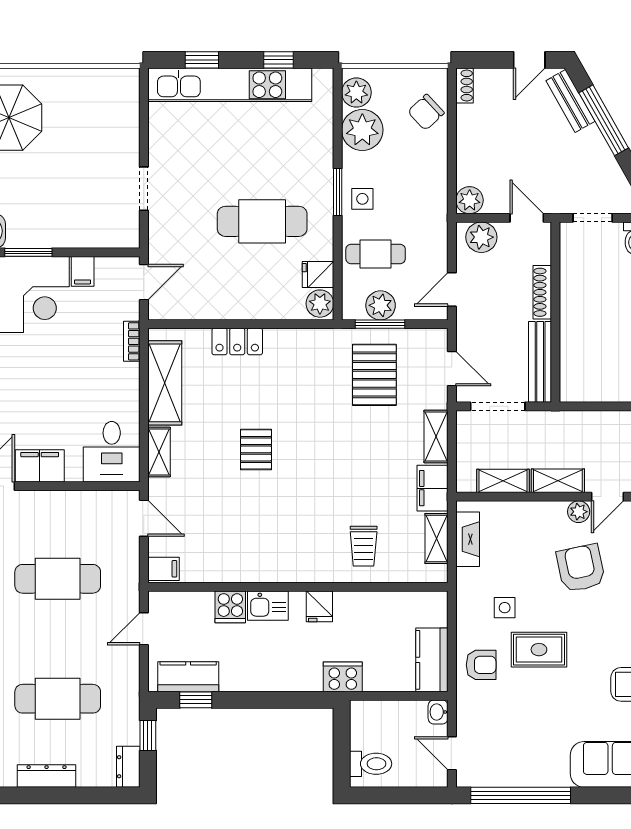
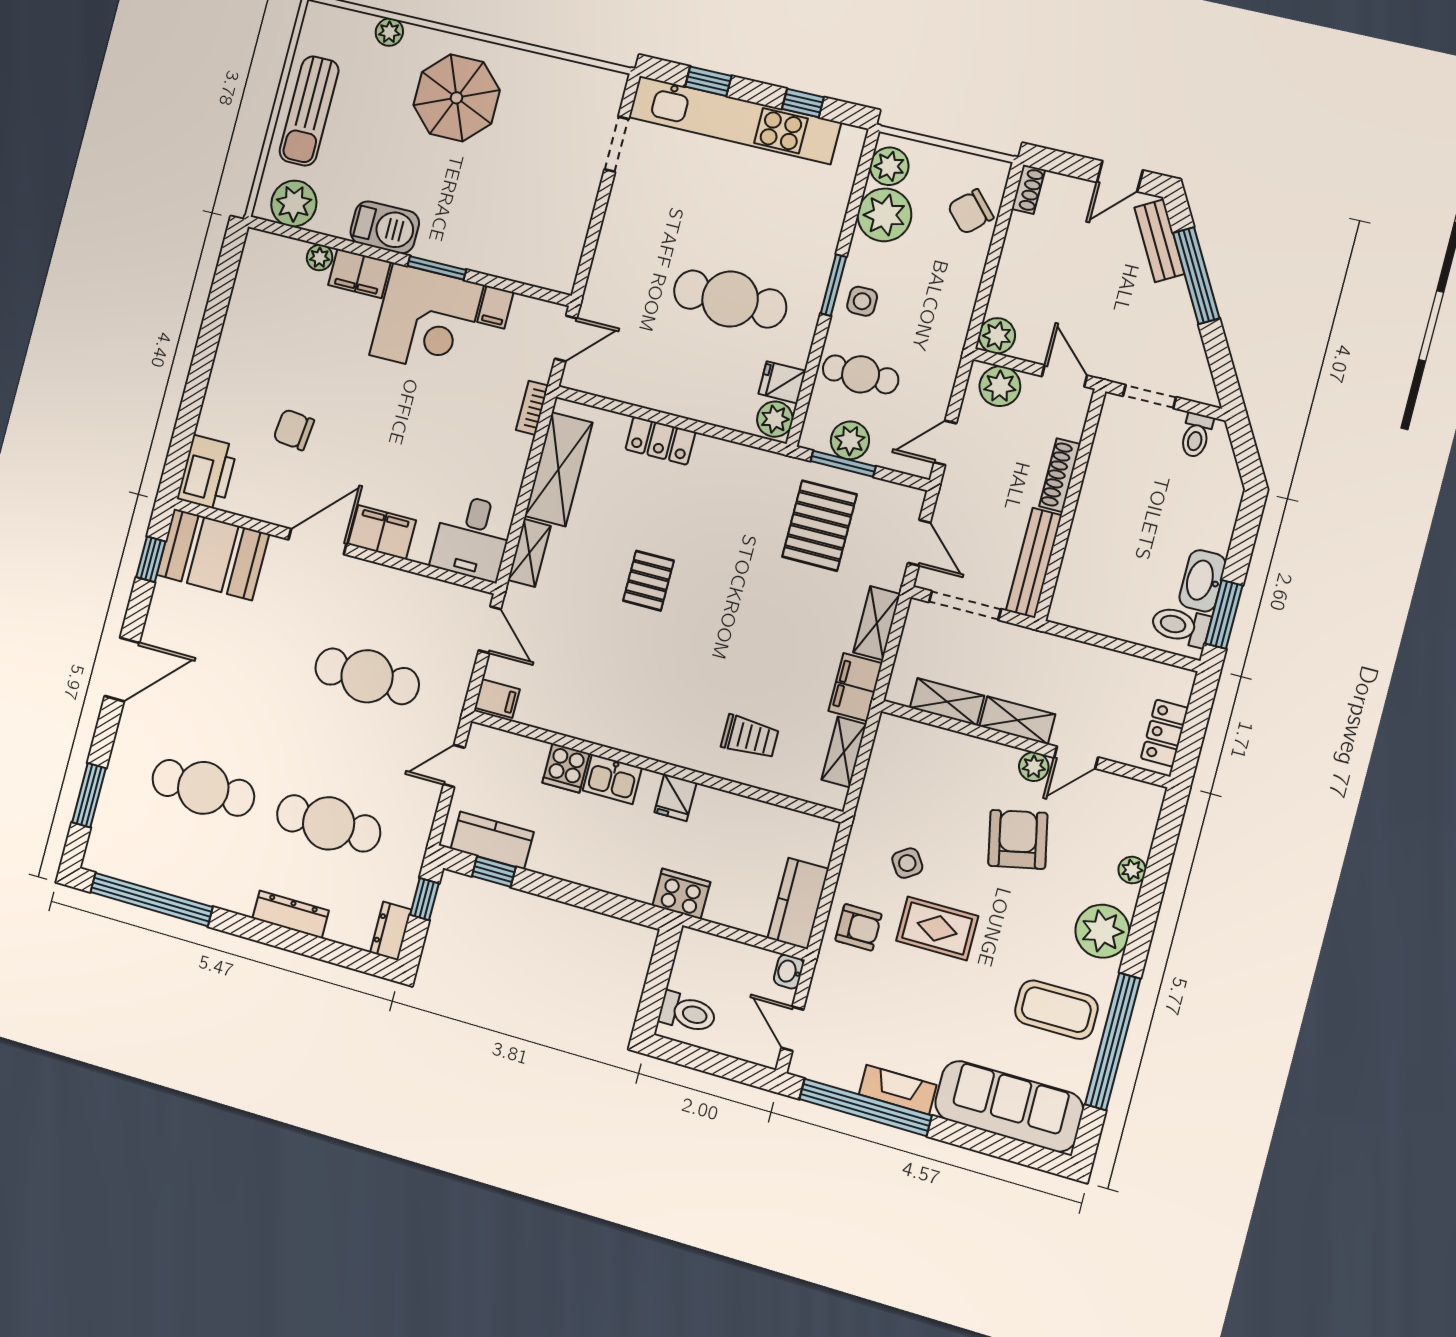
doorway: (144, 189) -> (617, 144), moved
fireplace: (468, 539) -> (898, 1090), moved, turned -90
trolley: (364, 546) -> (750, 737), turned -90
side table: (505, 608) -> (907, 863), turned -34

